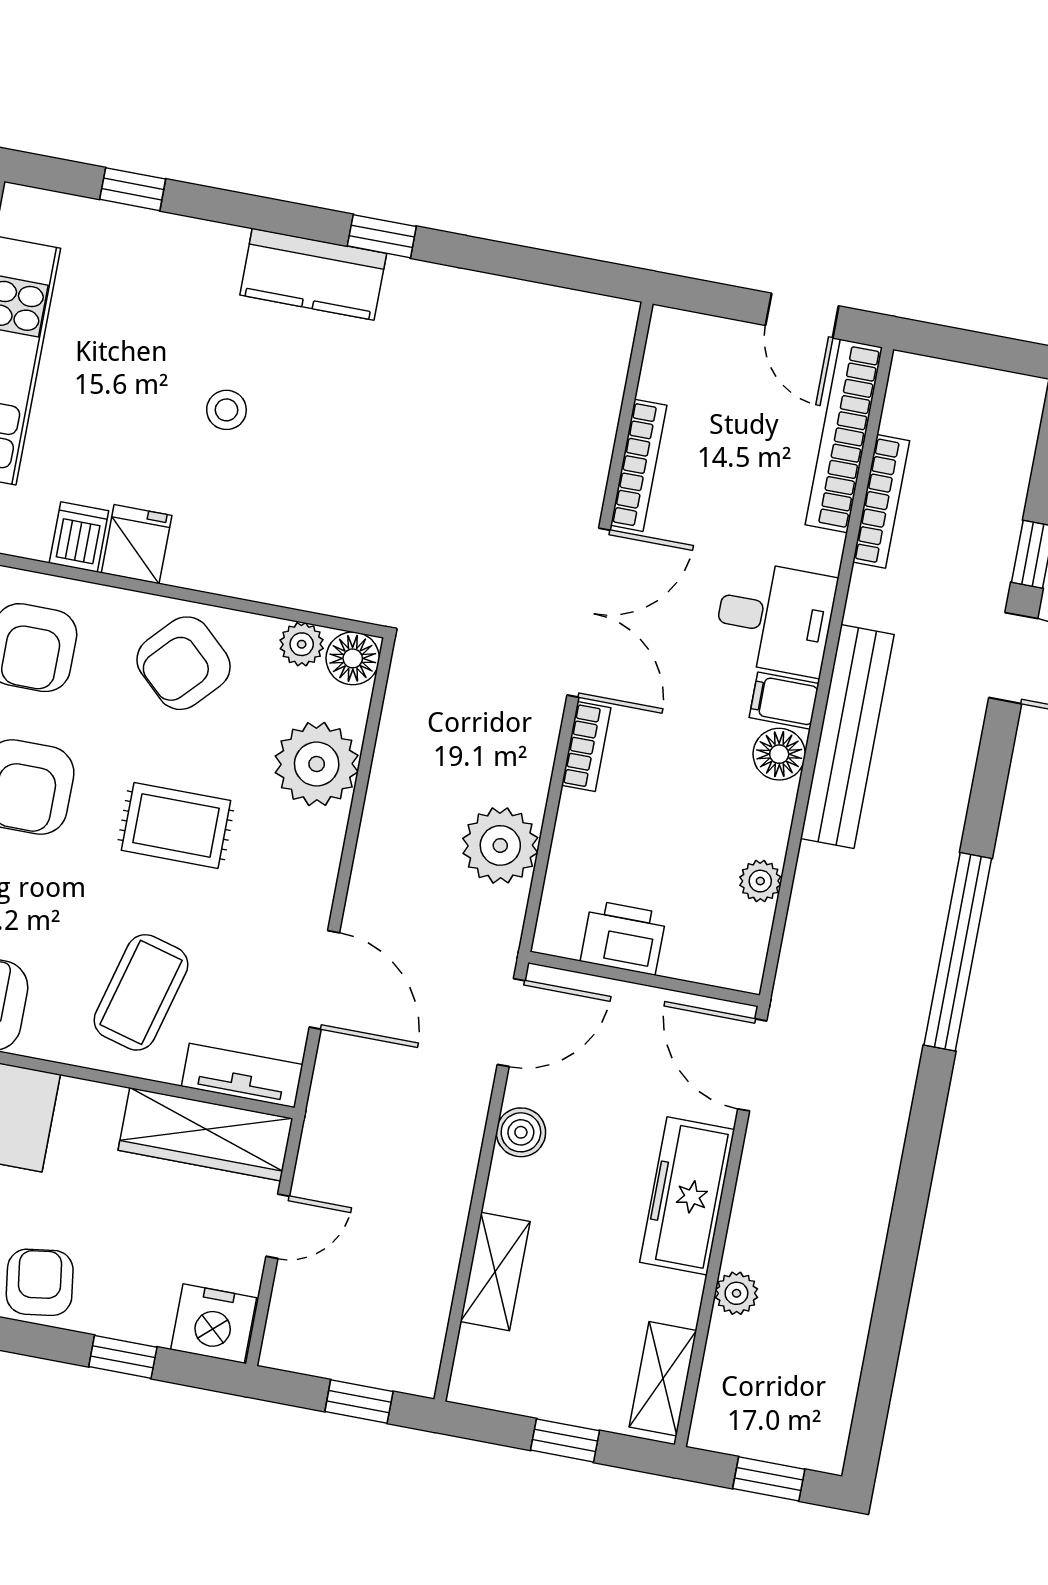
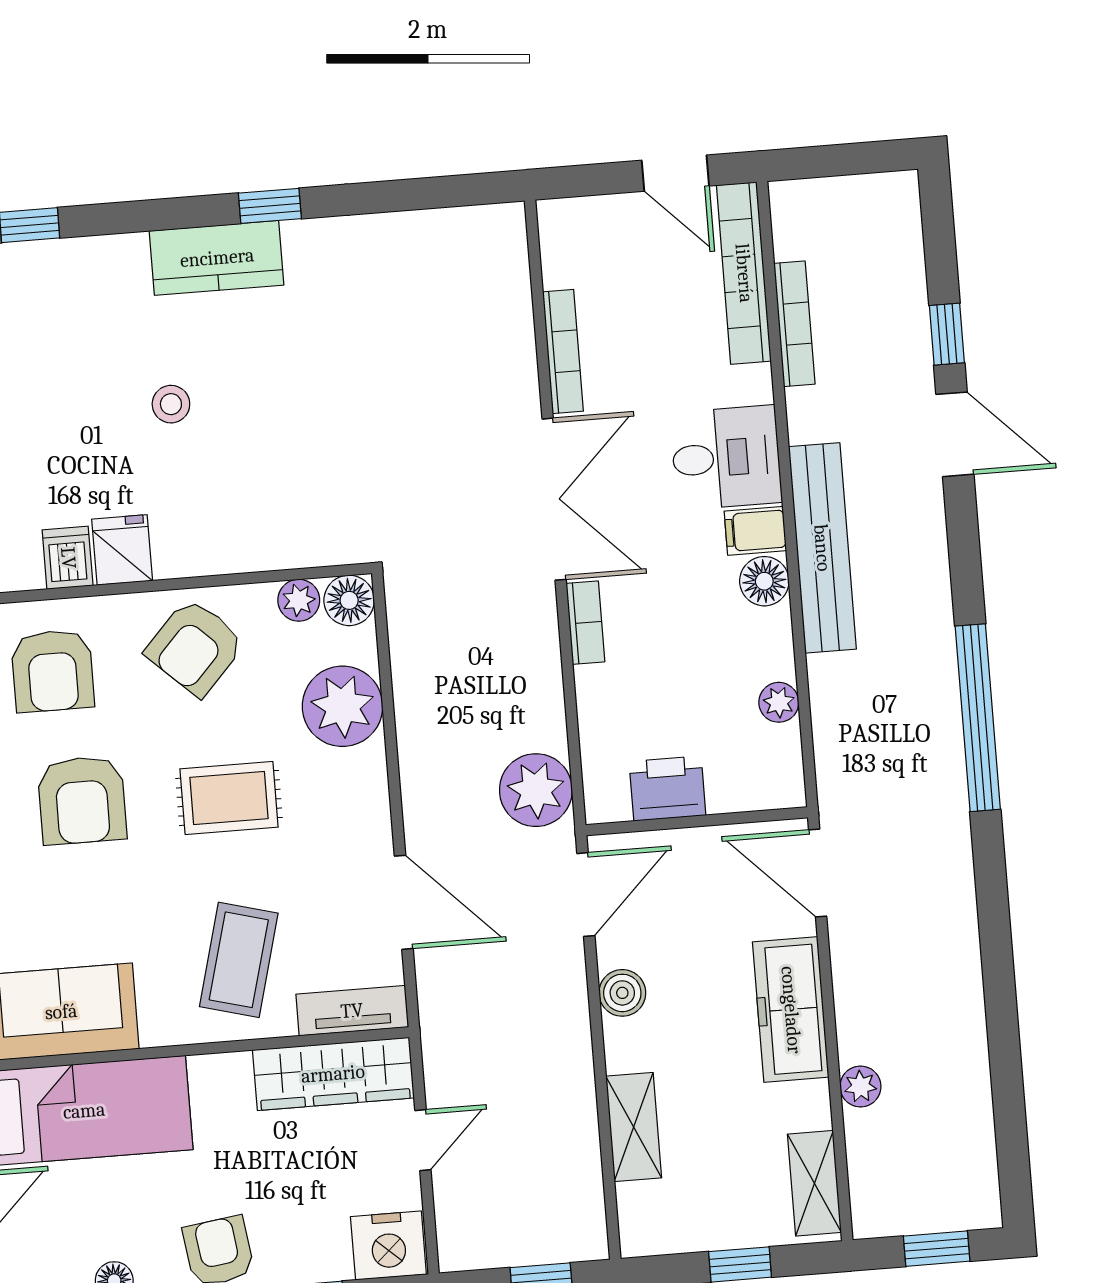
plant: (500, 845) -> (536, 790), moved

